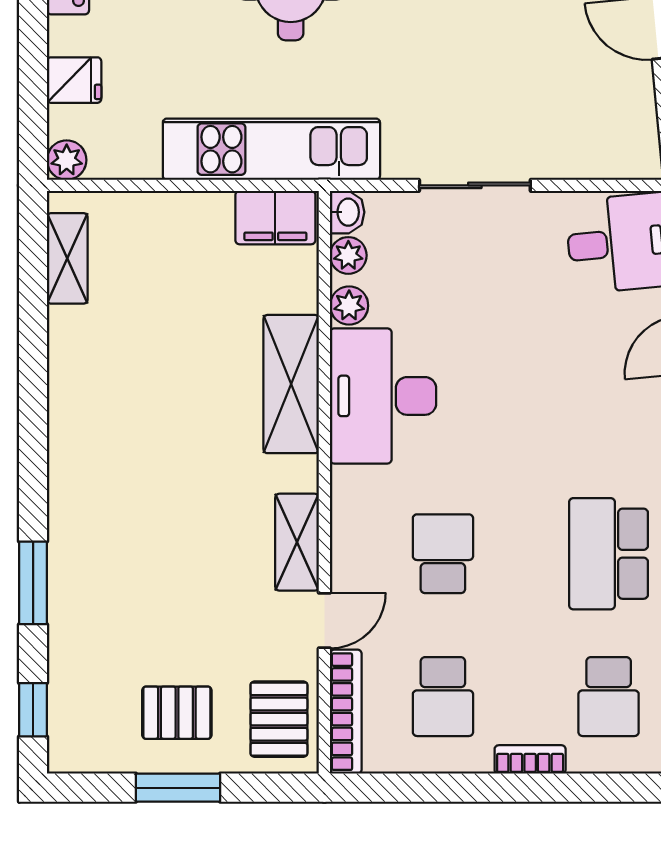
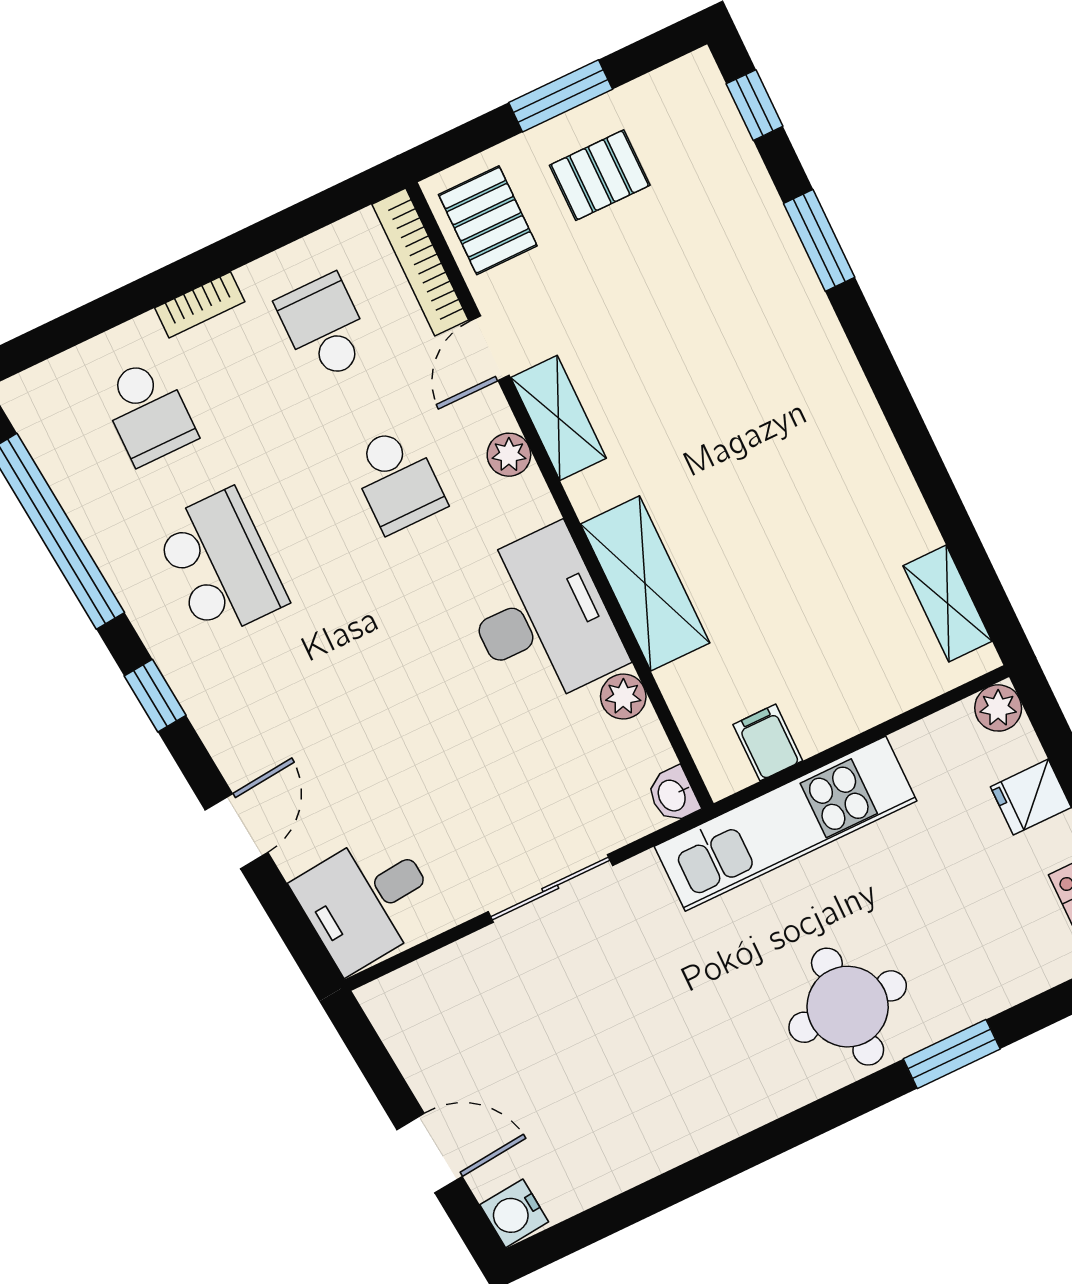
filing cabinet: (275, 218) -> (768, 743), width x0.50
plant: (348, 255) -> (509, 455), moved
school desk: (609, 697) -> (148, 412), turned 180

